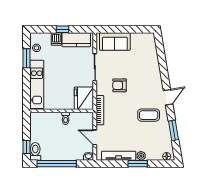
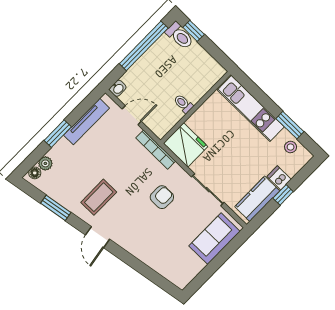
plant: (141, 156) -> (45, 163), moved

